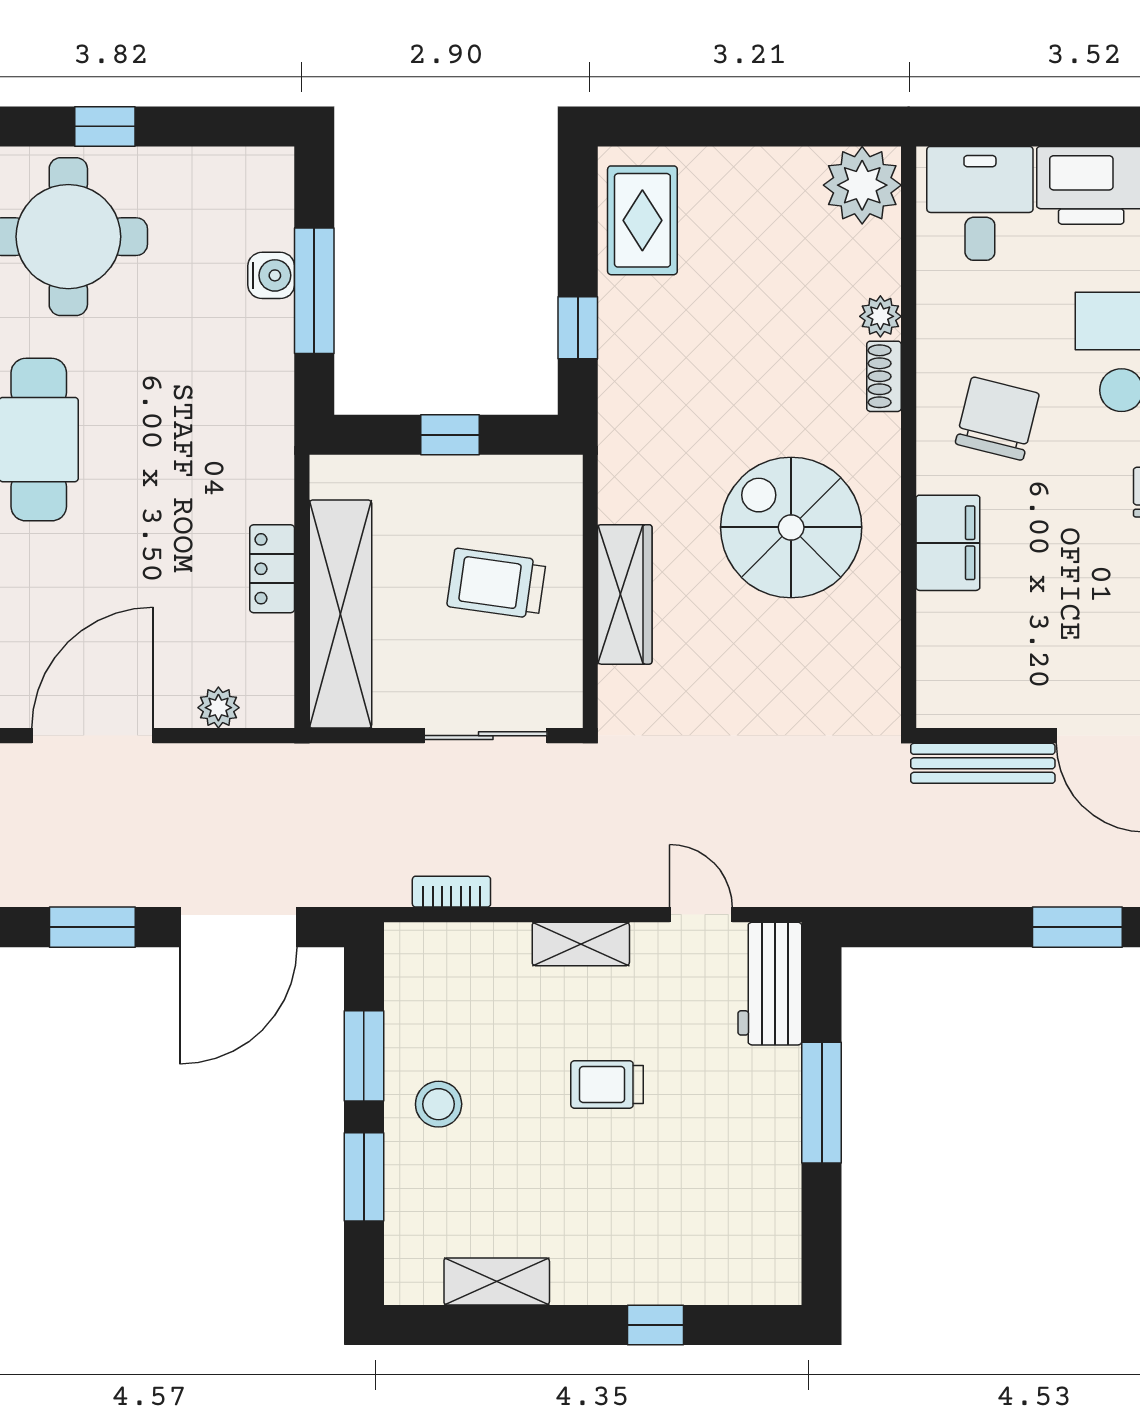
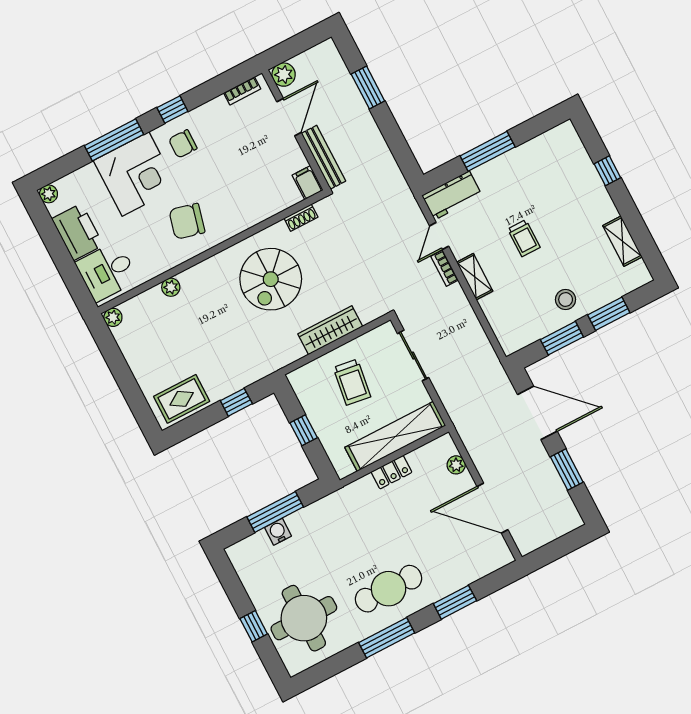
plant: (862, 185) -> (113, 317), width x0.53, depth x0.53
shoe rack: (884, 376) -> (301, 218), moved
filing cabinet: (948, 543) -> (308, 183), moved, width x0.50
bookcase: (451, 892) -> (444, 268), moved

